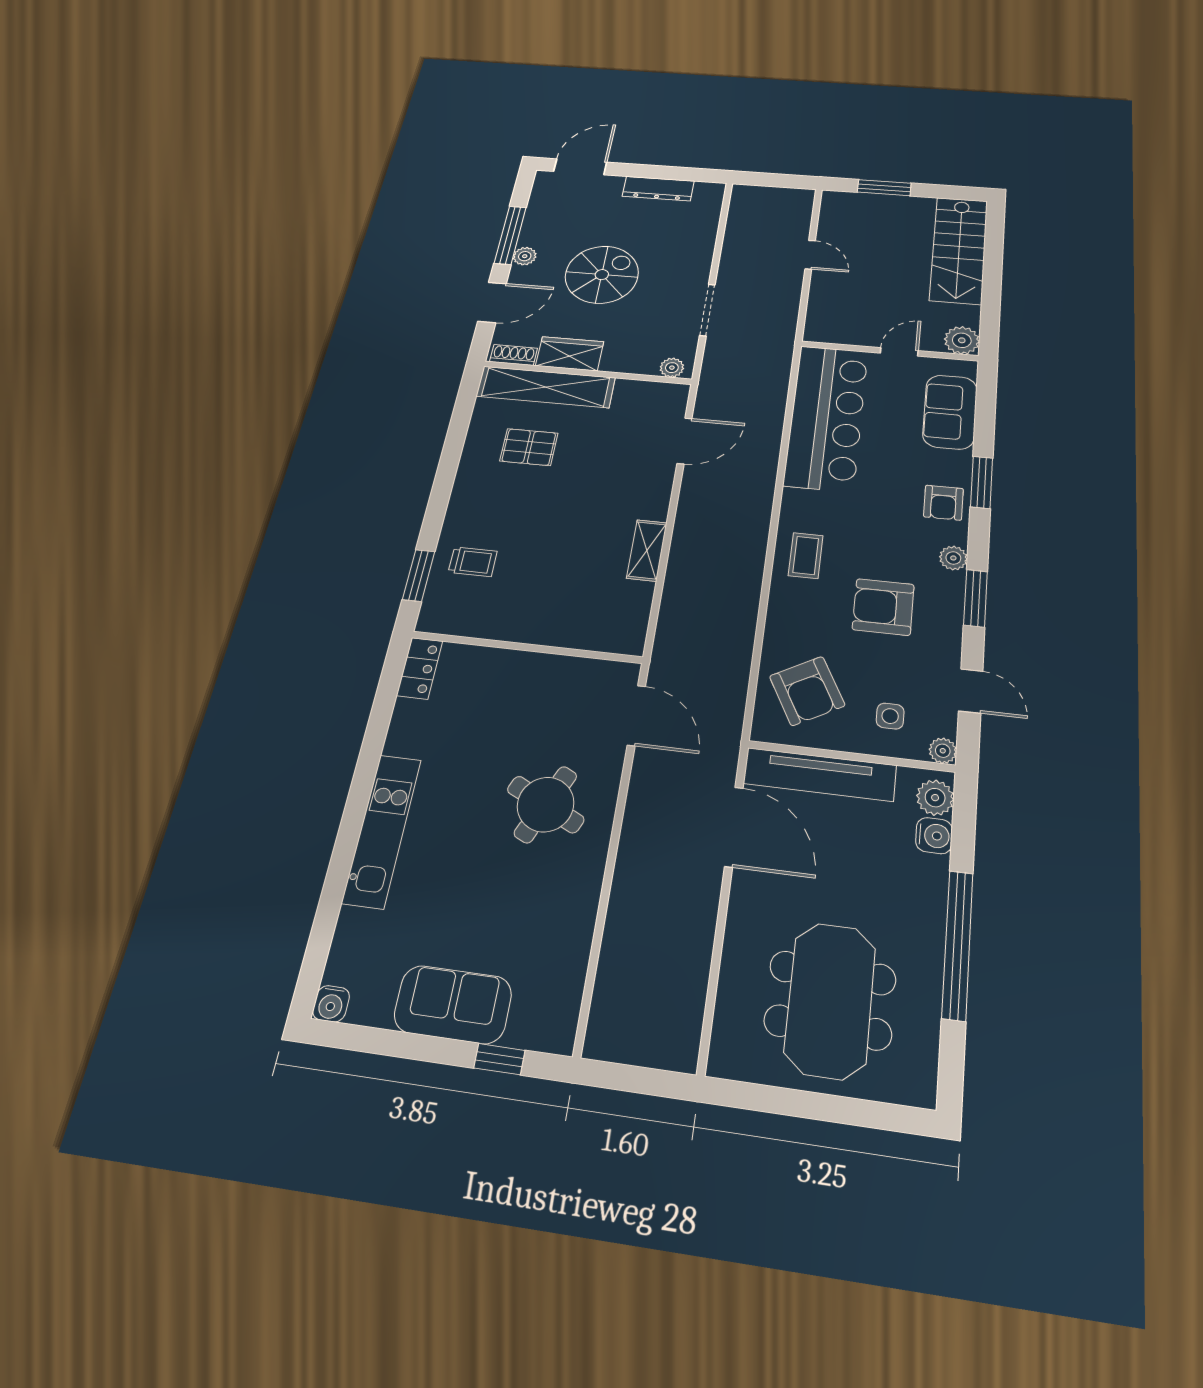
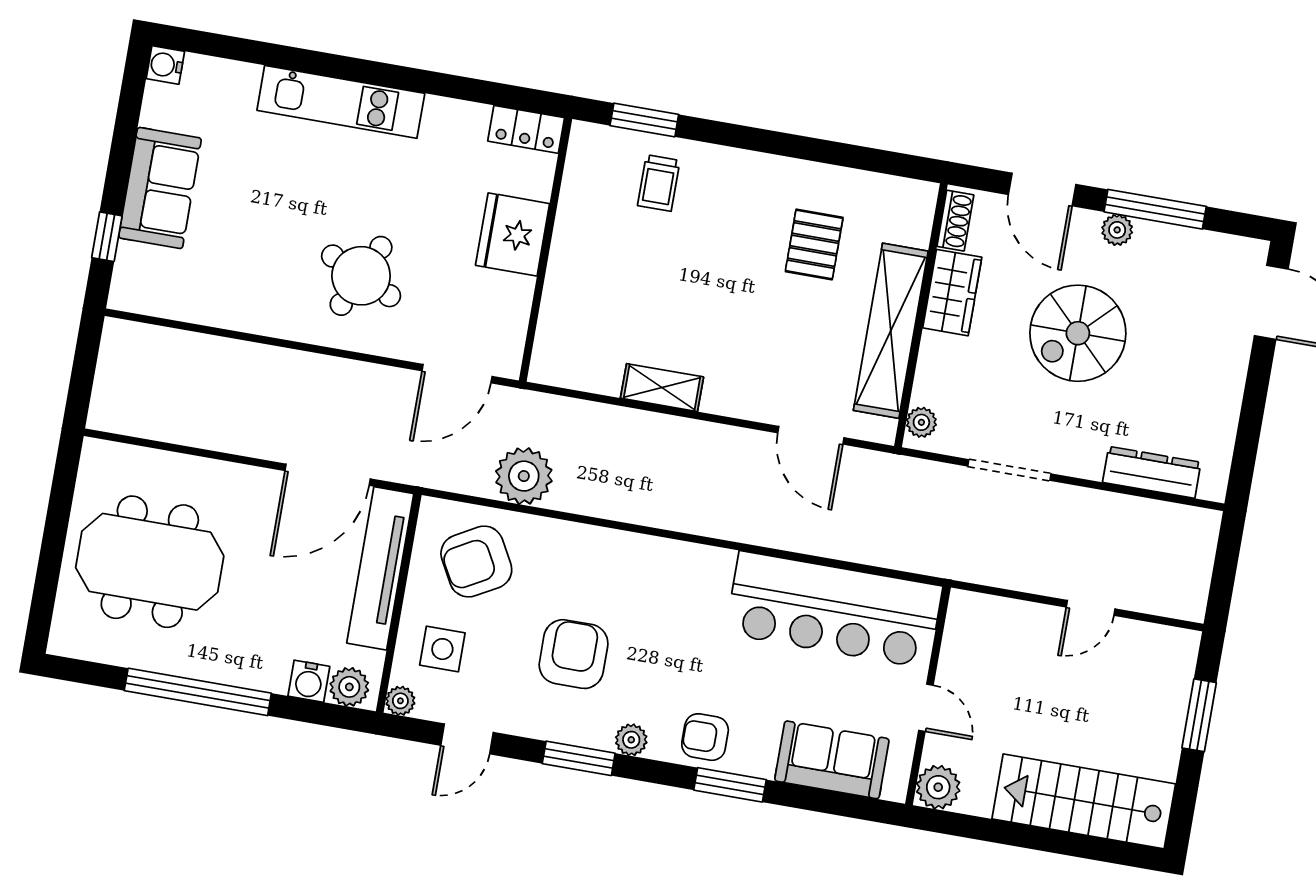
dresser: (658, 189) -> (1152, 472), moved, turned 90
spiral stairs: (602, 275) -> (1078, 333), turned 90
shelving: (546, 387) -> (891, 331), moved
coffee table: (806, 556) -> (644, 571), removed
plant: (727, 655) -> (524, 476), added
fridge: (512, 675) -> (513, 234), added
side table: (890, 716) -> (442, 649), width x1.37, depth x1.37

